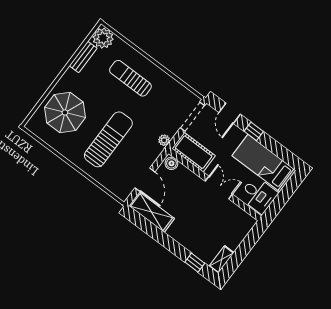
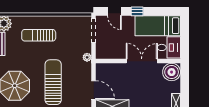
cot: (194, 152) -> (110, 51), removed
boiler: (171, 163) -> (172, 72), moved, width x1.86, depth x1.86
double door: (219, 188) -> (142, 61), width x1.37

